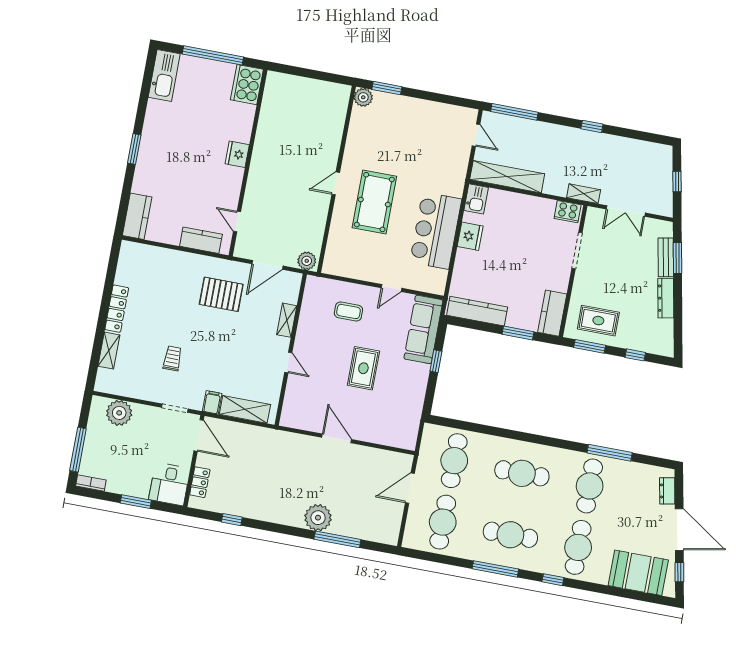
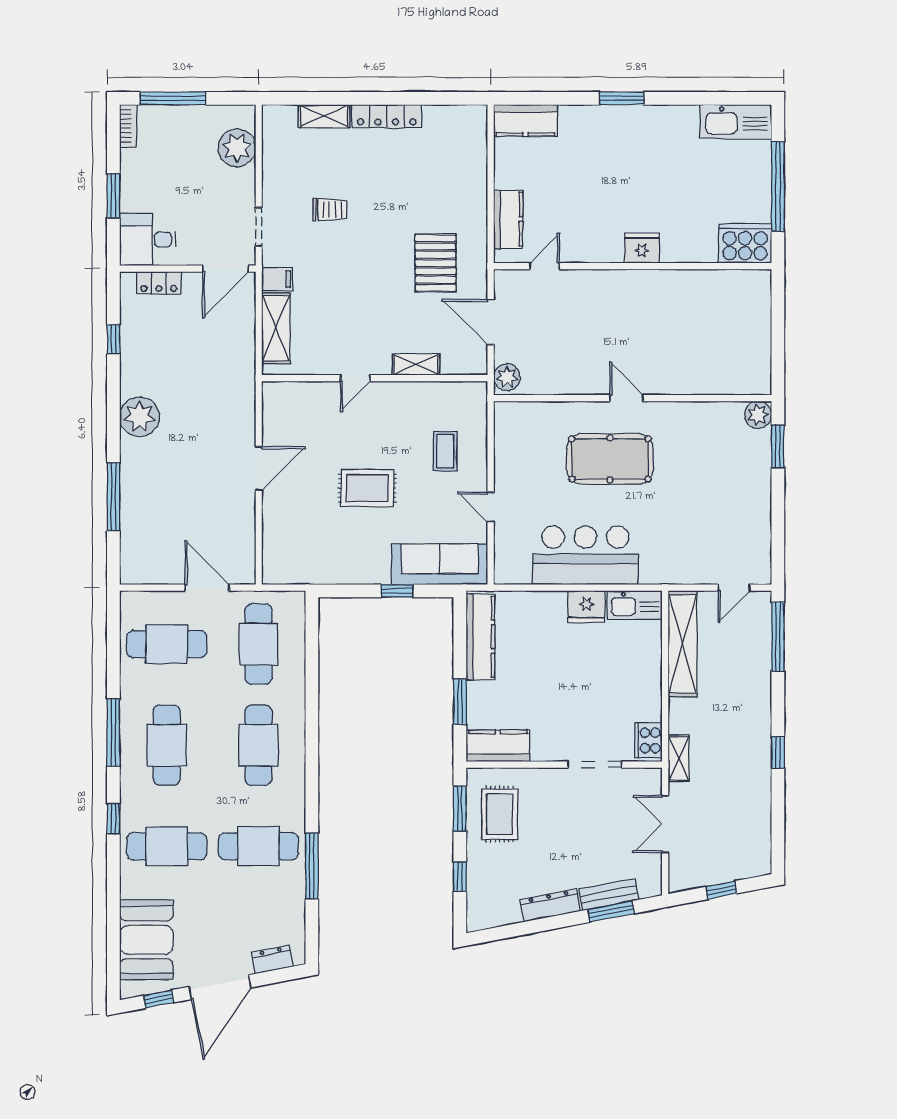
kitchen sink: (476, 199) -> (634, 605), width x1.38
cafe table: (454, 461) -> (259, 644), turned 90
plant: (318, 518) -> (139, 417), moved

